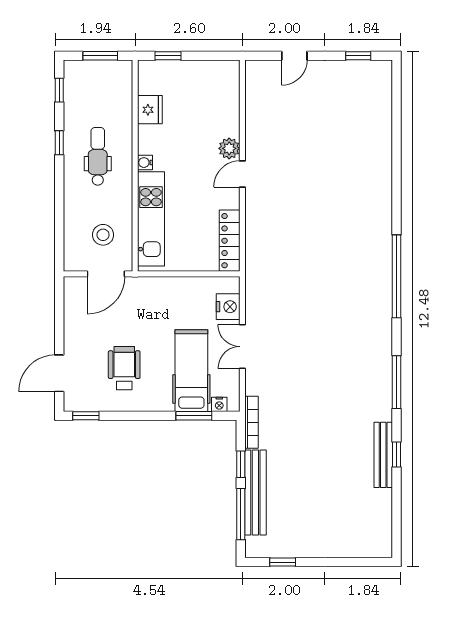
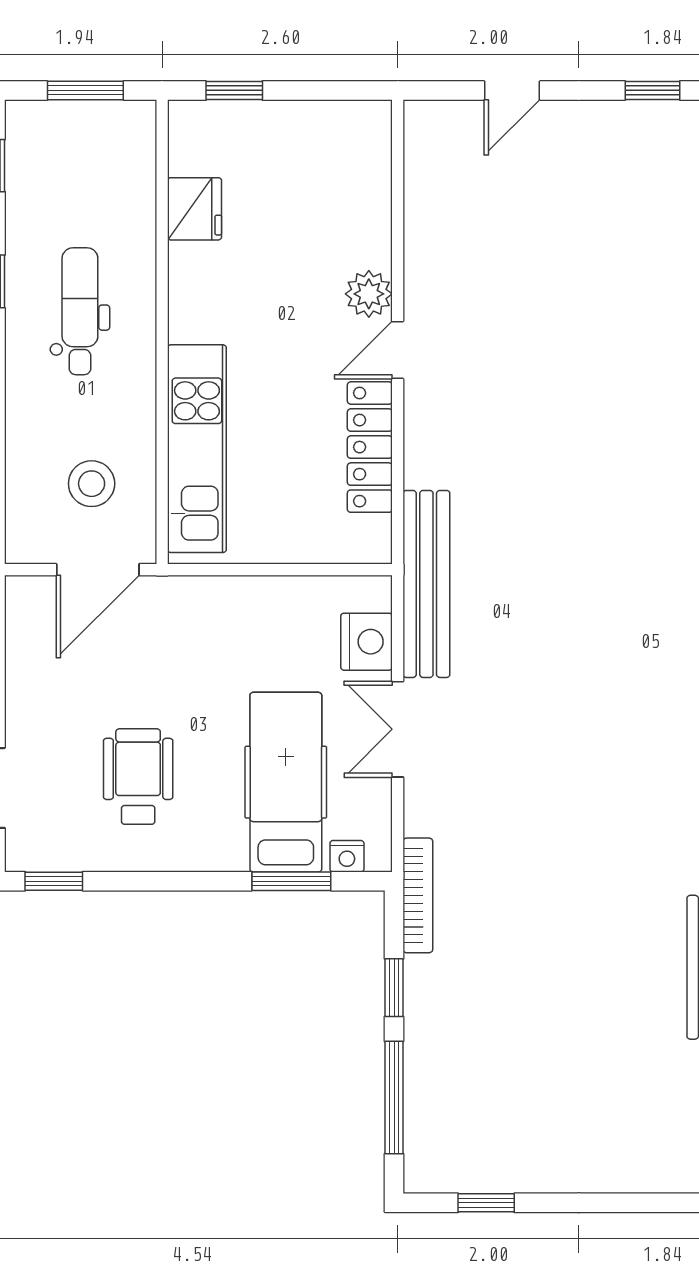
water cooler: (145, 163) -> (184, 325), removed
locker: (230, 241) -> (370, 447), moved
bench: (255, 493) -> (426, 584), moved

